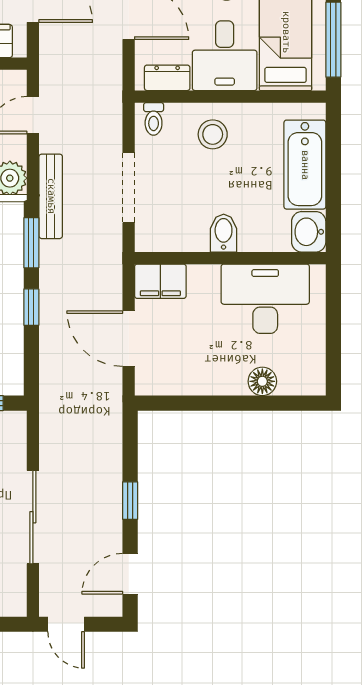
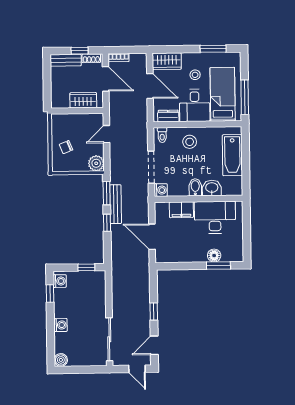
bench: (51, 196) -> (116, 204), moved
washbasin: (309, 232) -> (212, 188), moved, turned 90
washing machine: (149, 238) -> (161, 190), added
filing cabinet: (160, 281) -> (181, 210), moved
window: (271, 403) -> (218, 265), added
sliding door: (33, 517) -> (109, 339), moved
door: (66, 624) -> (137, 369), moved

